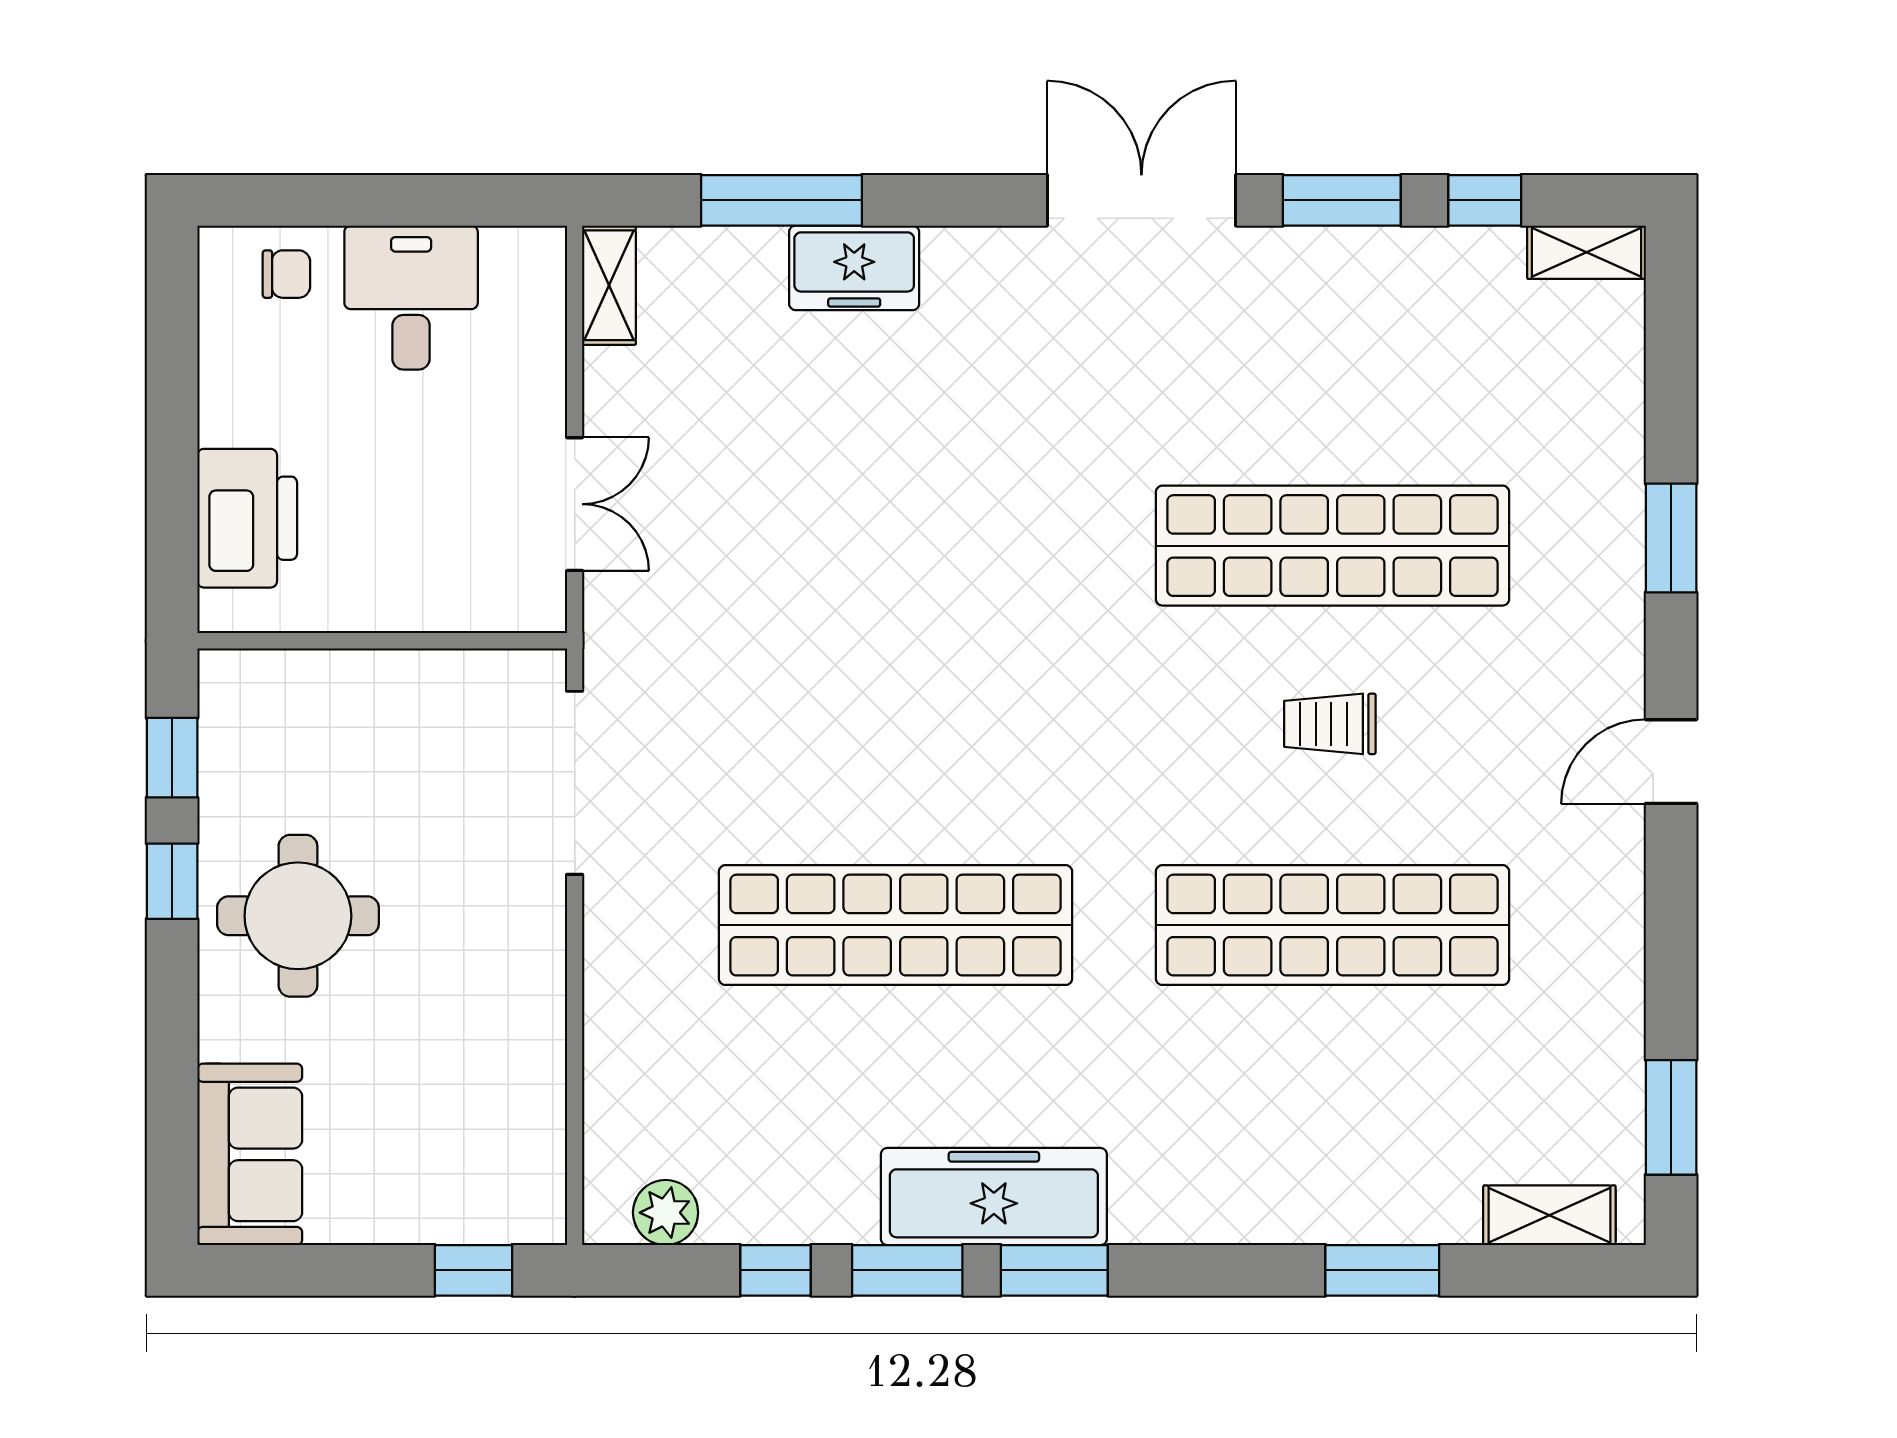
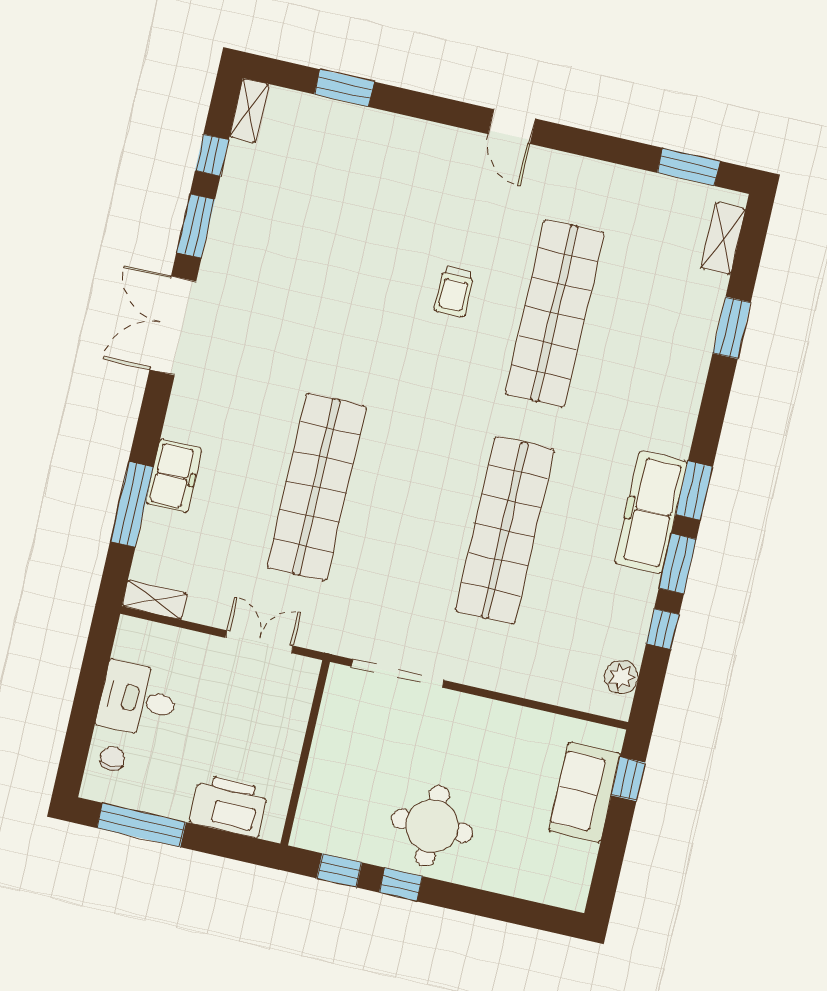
window: (172, 359) -> (141, 825), added
window: (1671, 538) -> (344, 88), moved
shop shelf: (1332, 546) -> (316, 487), moved
sofa: (250, 1154) -> (585, 792), moved, turned -90

